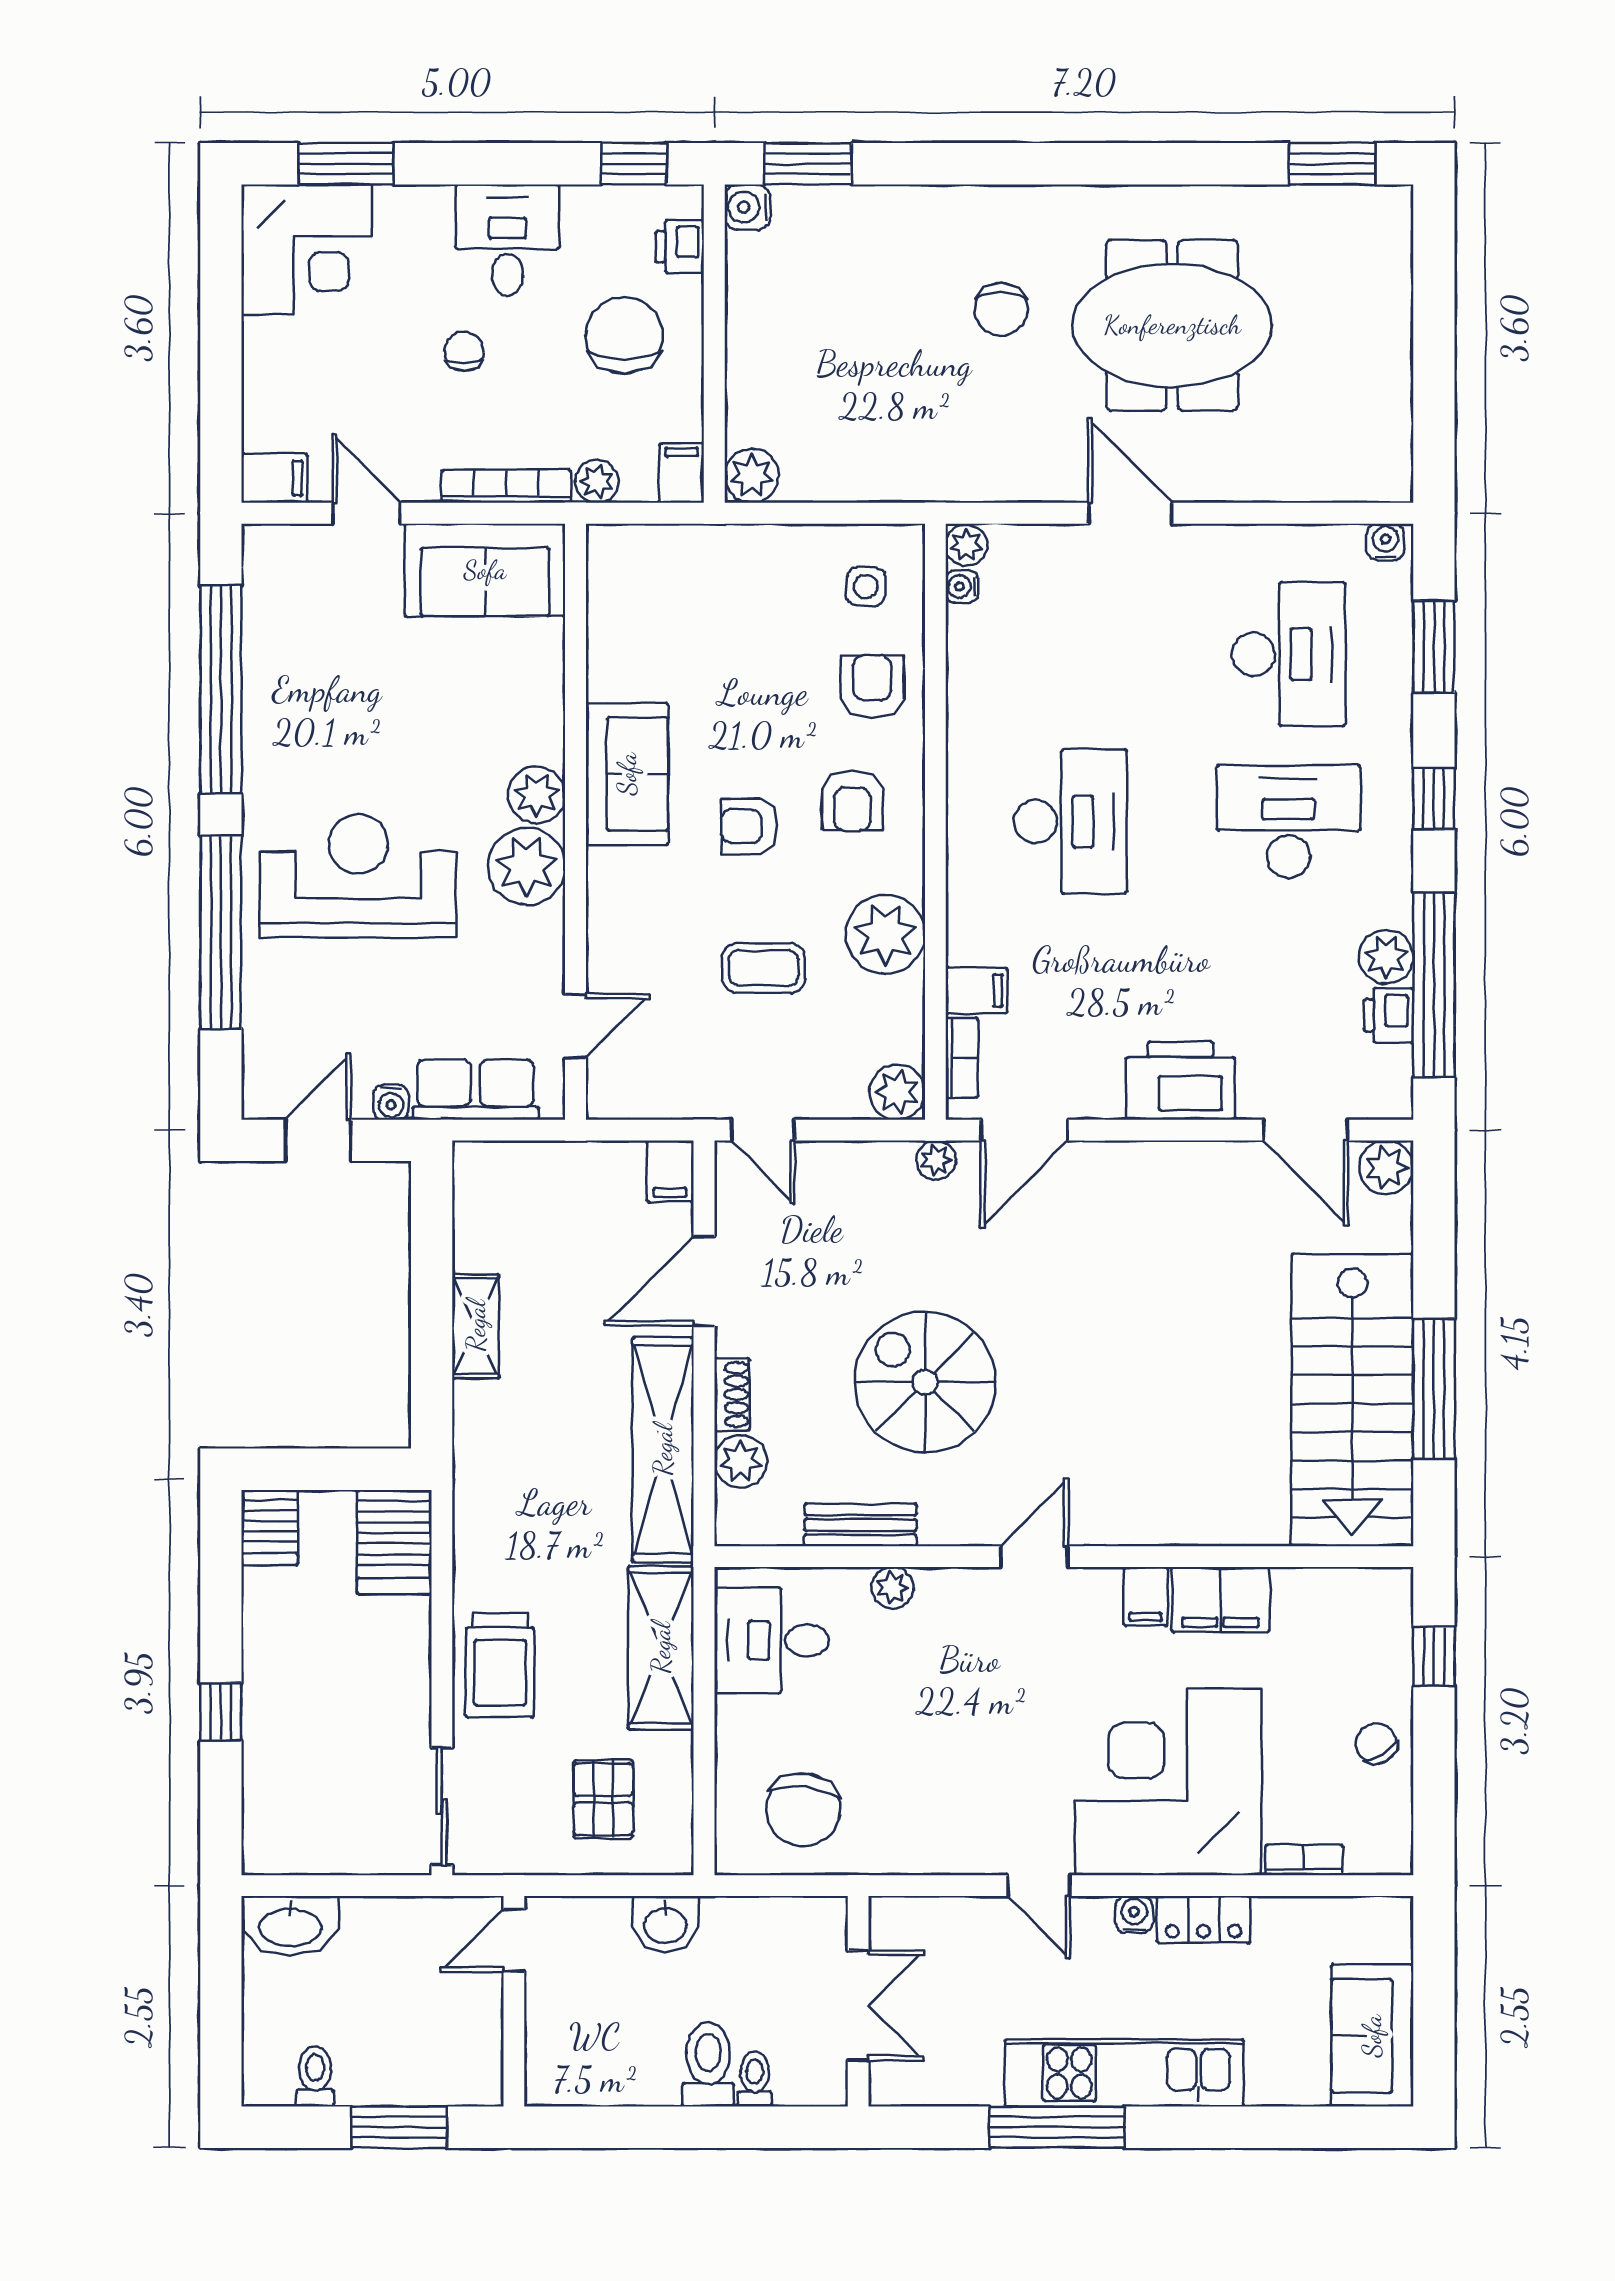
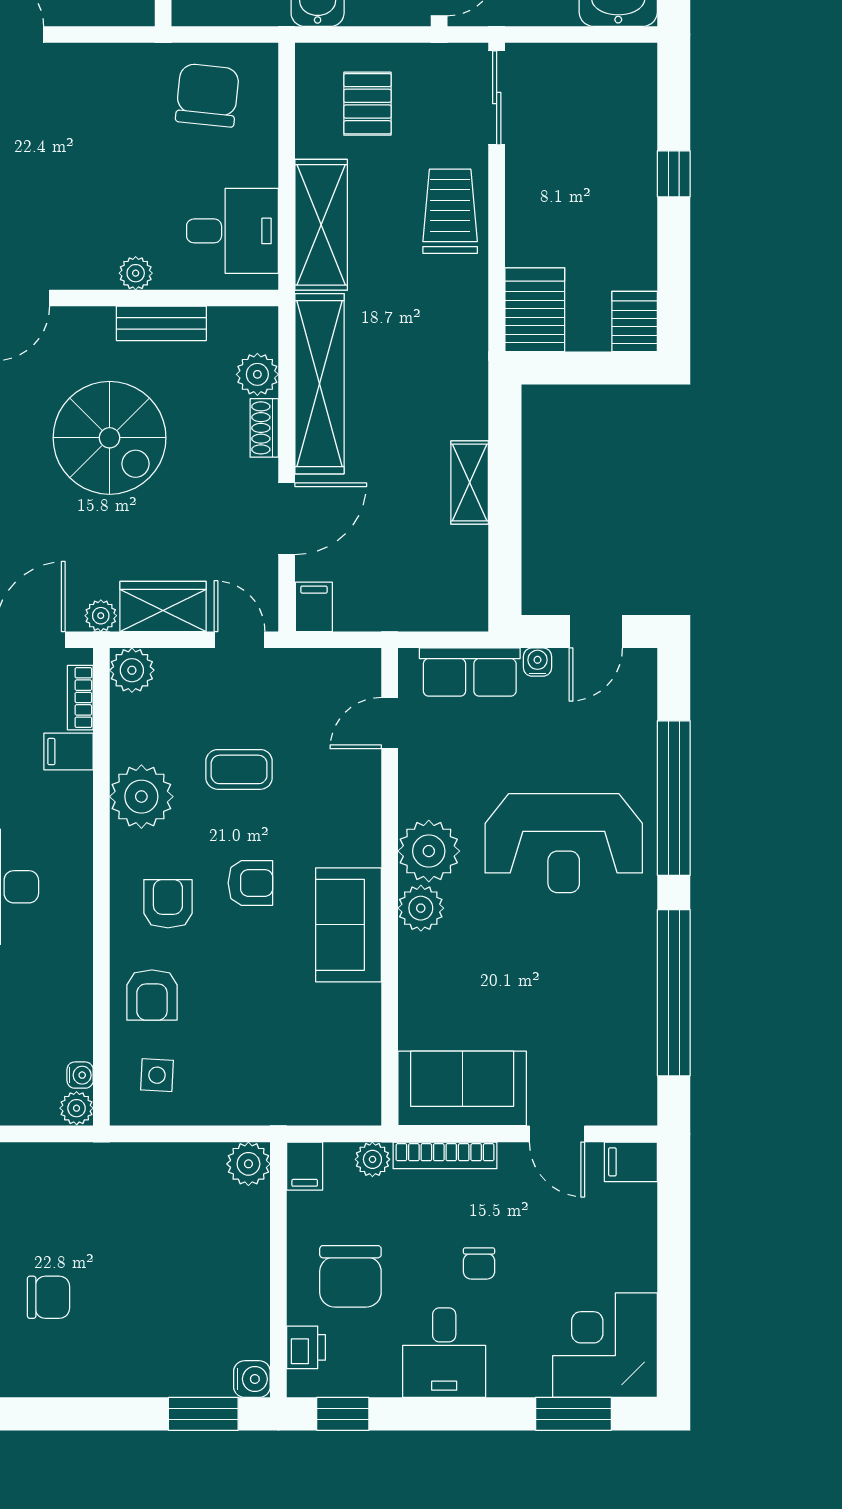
chair: (1001, 309) -> (49, 1297), turned 90
wardrobe: (858, 1172) -> (163, 606), added

